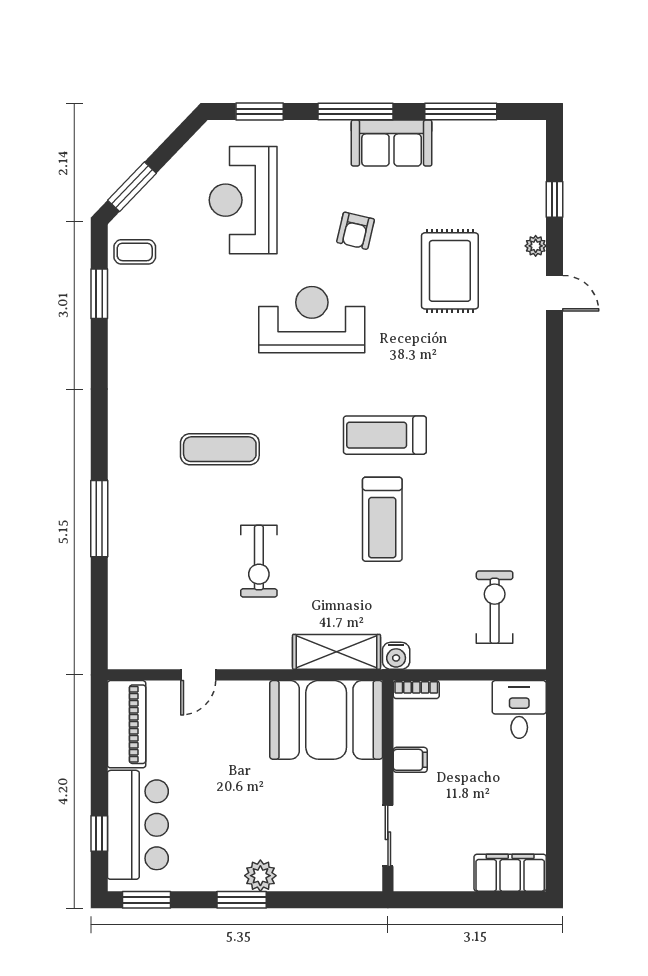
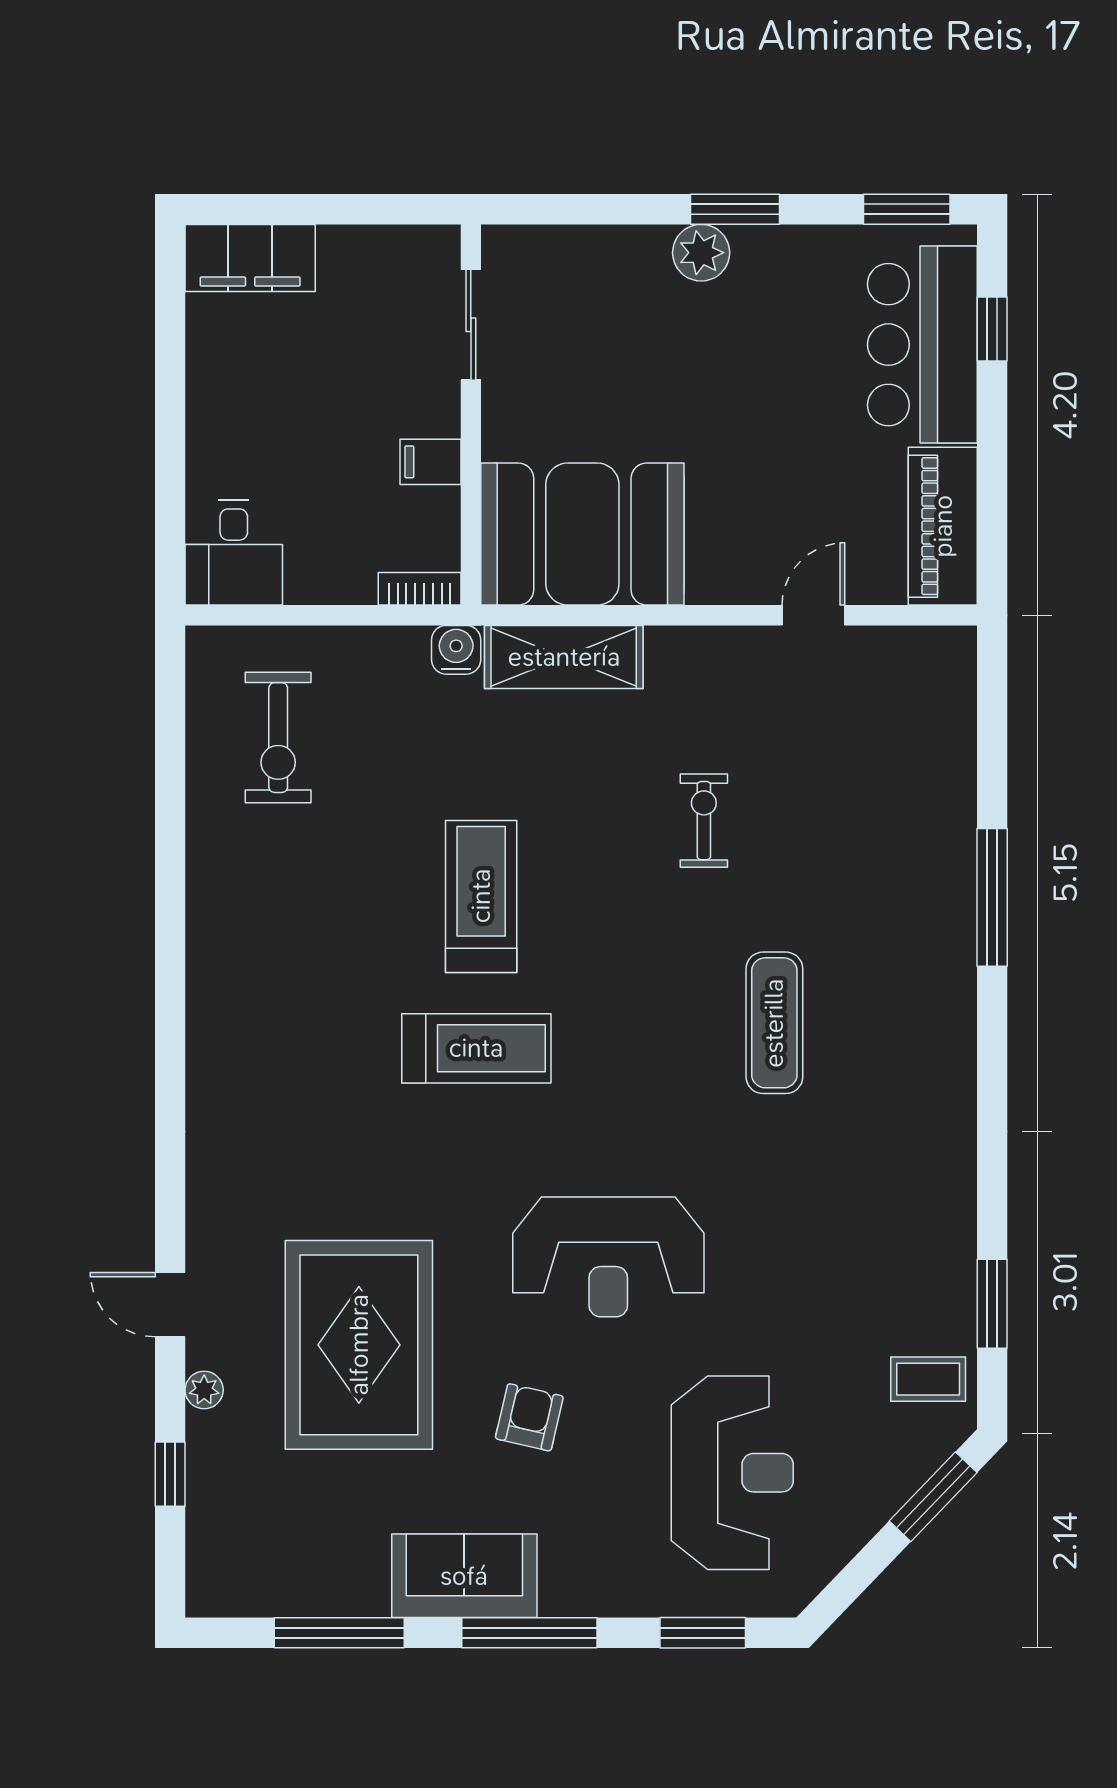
rug: (450, 271) -> (359, 1345), width x1.37, depth x1.44
exercise mat: (220, 449) -> (774, 1023), turned 90
exercise bike: (259, 561) -> (704, 821), width x0.73, depth x0.72

